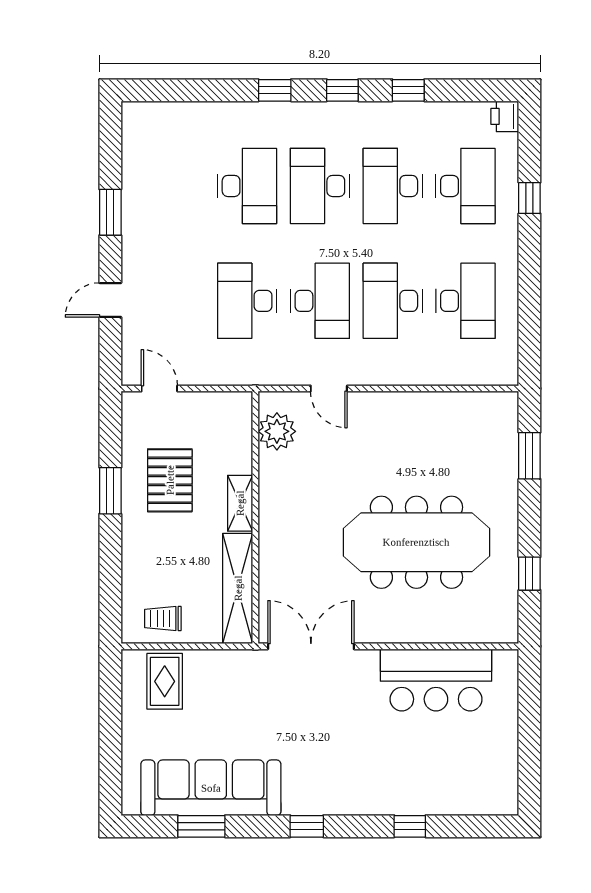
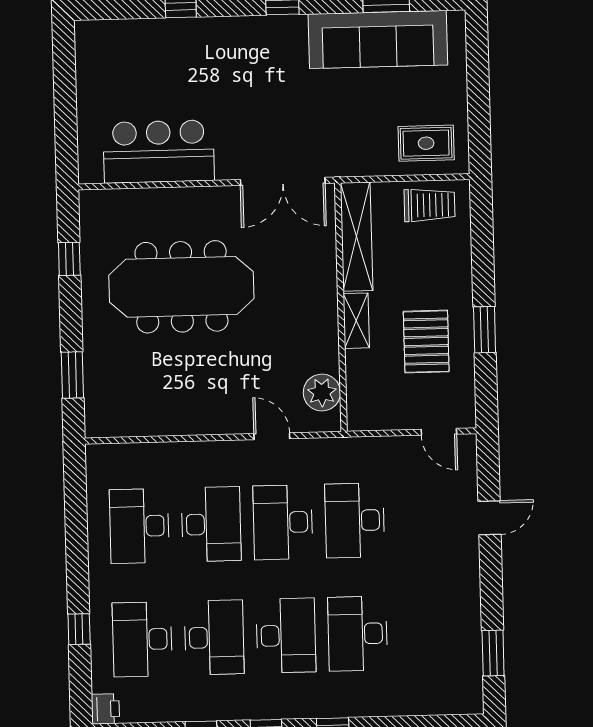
window: (110, 212) -> (493, 653), moved
desk: (247, 301) -> (355, 520), turned 180
trolley: (163, 618) -> (429, 205), width x1.36, depth x1.39
rug: (165, 681) -> (426, 143), turned 90

